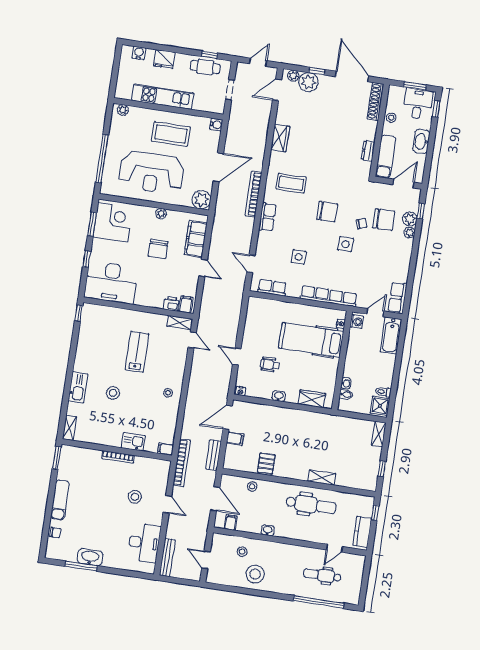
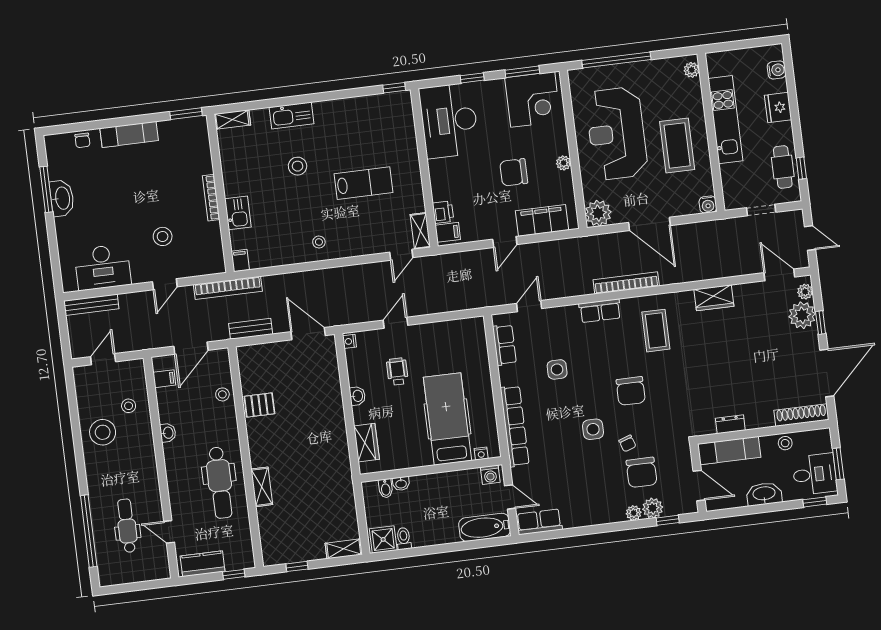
filing cabinet: (235, 438) -> (282, 352), removed

